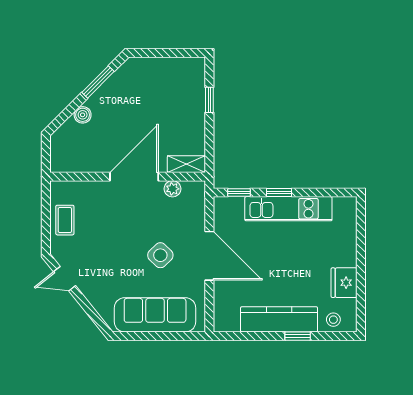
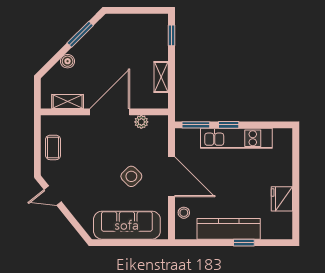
window: (209, 100) -> (171, 35), moved
shelving: (83, 164) -> (68, 101), added
shelving: (186, 164) -> (161, 77), moved, turned 90
window: (239, 192) -> (196, 125), width x1.50
stool: (333, 320) -> (184, 213), moved

